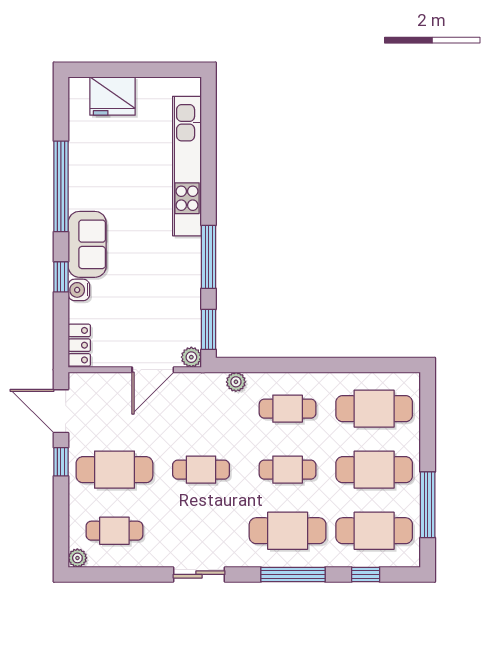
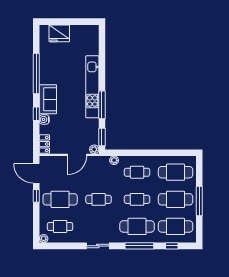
kitchen unit: (187, 166) -> (92, 87), moved
window: (428, 505) -> (199, 201), moved

